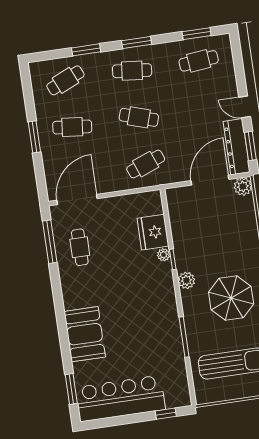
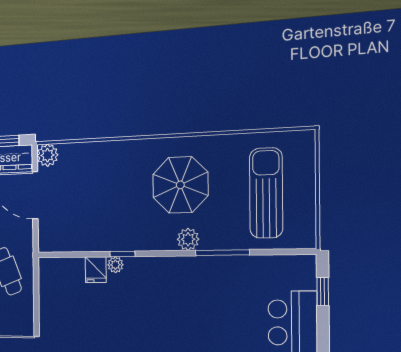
fridge: (153, 232) -> (96, 270), width x0.53, depth x0.75
plant: (186, 280) -> (188, 239), moved

